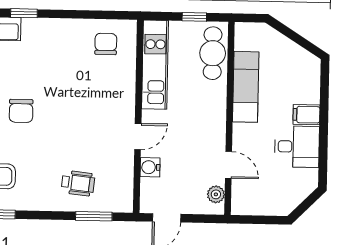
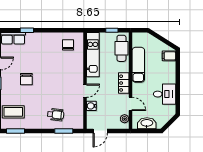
filing cabinet: (306, 115) -> (169, 56), moved
locker: (216, 123) -> (124, 83), added
washbasin: (260, 204) -> (147, 123), added

